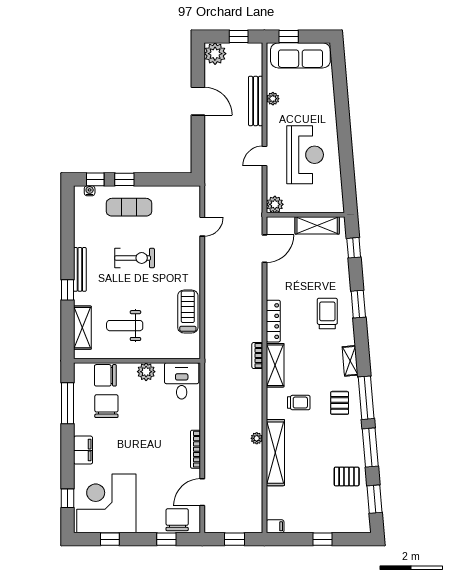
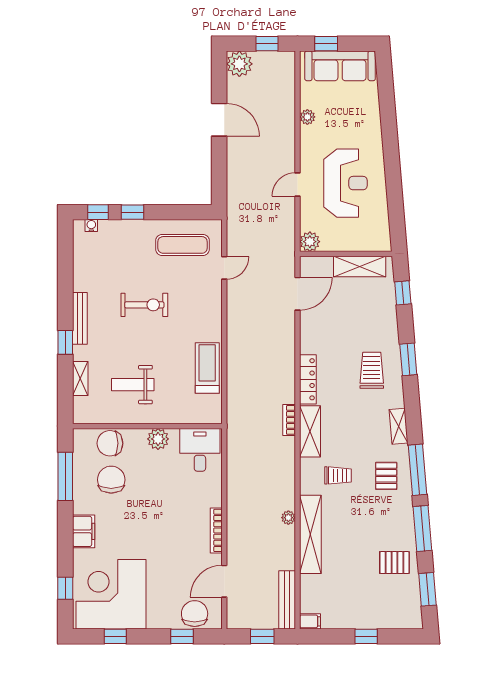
bench: (256, 101) -> (287, 600), moved
exercise mat: (129, 207) -> (183, 245), moved
shelving: (82, 328) -> (80, 378), width x0.67, depth x0.75

